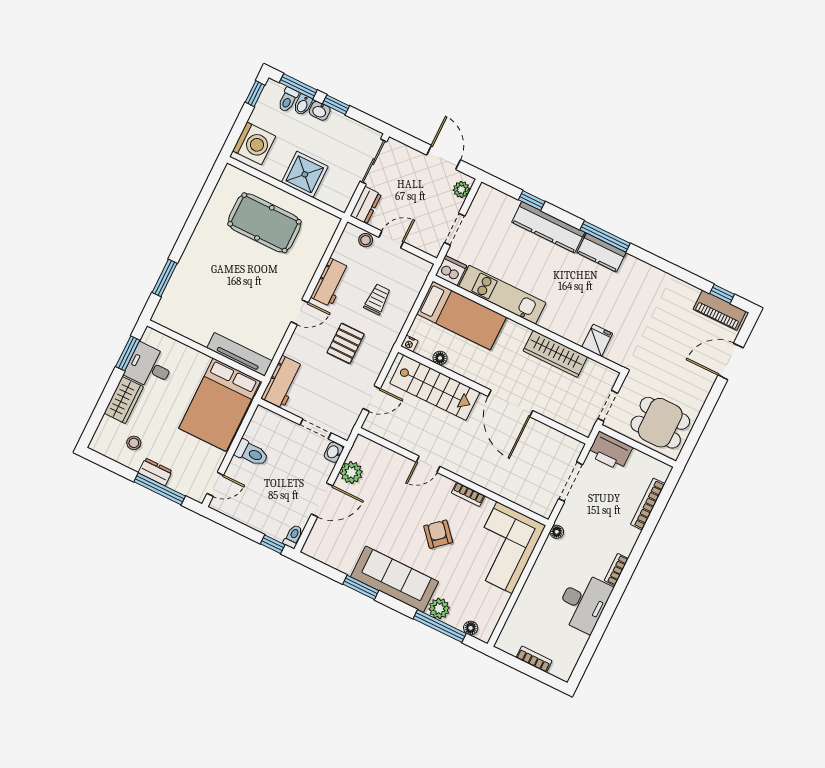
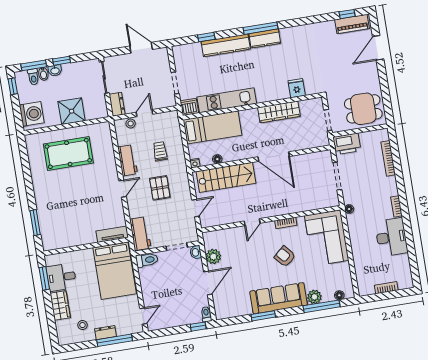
plant: (461, 189) -> (163, 58), removed
tv unit: (240, 354) -> (112, 234), width x0.71
toilet: (251, 453) -> (147, 260), moved

